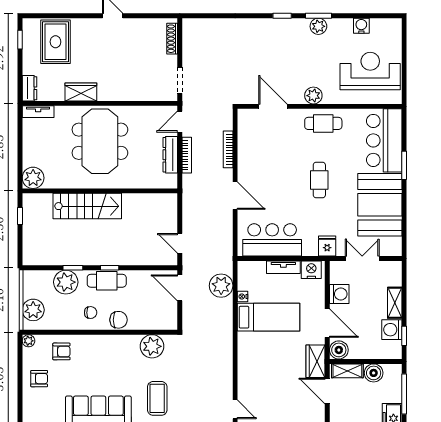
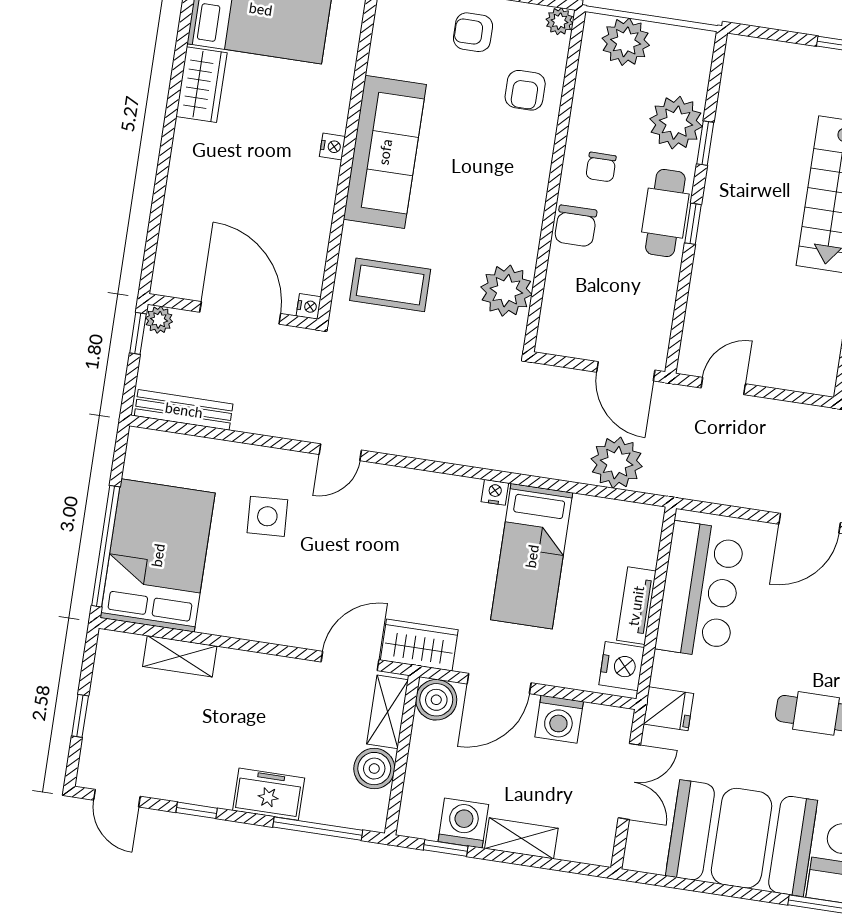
door: (180, 288) -> (626, 371), swing flipped
nightstand: (243, 297) -> (495, 492), moved
armchair: (39, 379) -> (473, 32), turned 90

